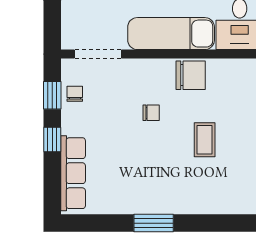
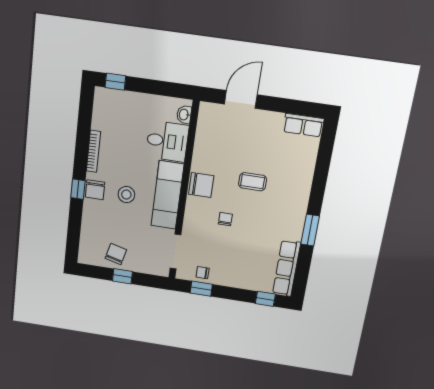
chair: (191, 75) -> (201, 185), turned 90
window: (52, 140) -> (265, 299), moved
row of seats: (73, 173) -> (287, 268), moved, turned -90

